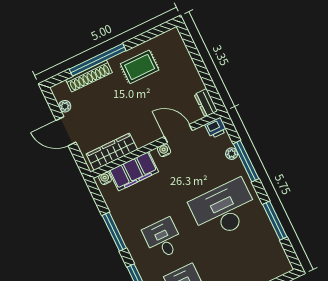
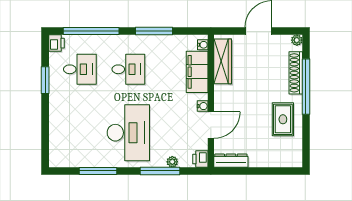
dresser: (206, 103) -> (231, 161), width x1.44
plant: (65, 106) -> (297, 40), moved

